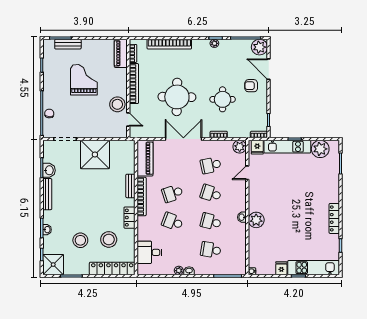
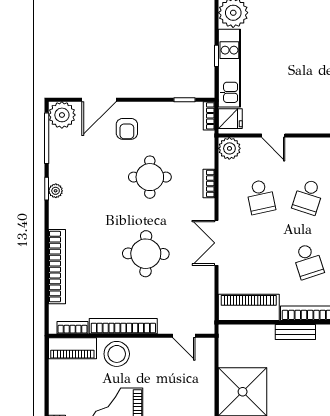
round table: (177, 97) -> (146, 254), width x0.73, depth x0.73
stool: (117, 104) -> (117, 354), moved
door: (128, 120) -> (184, 336), swing flipped
double door: (183, 139) -> (217, 243), width x0.73

